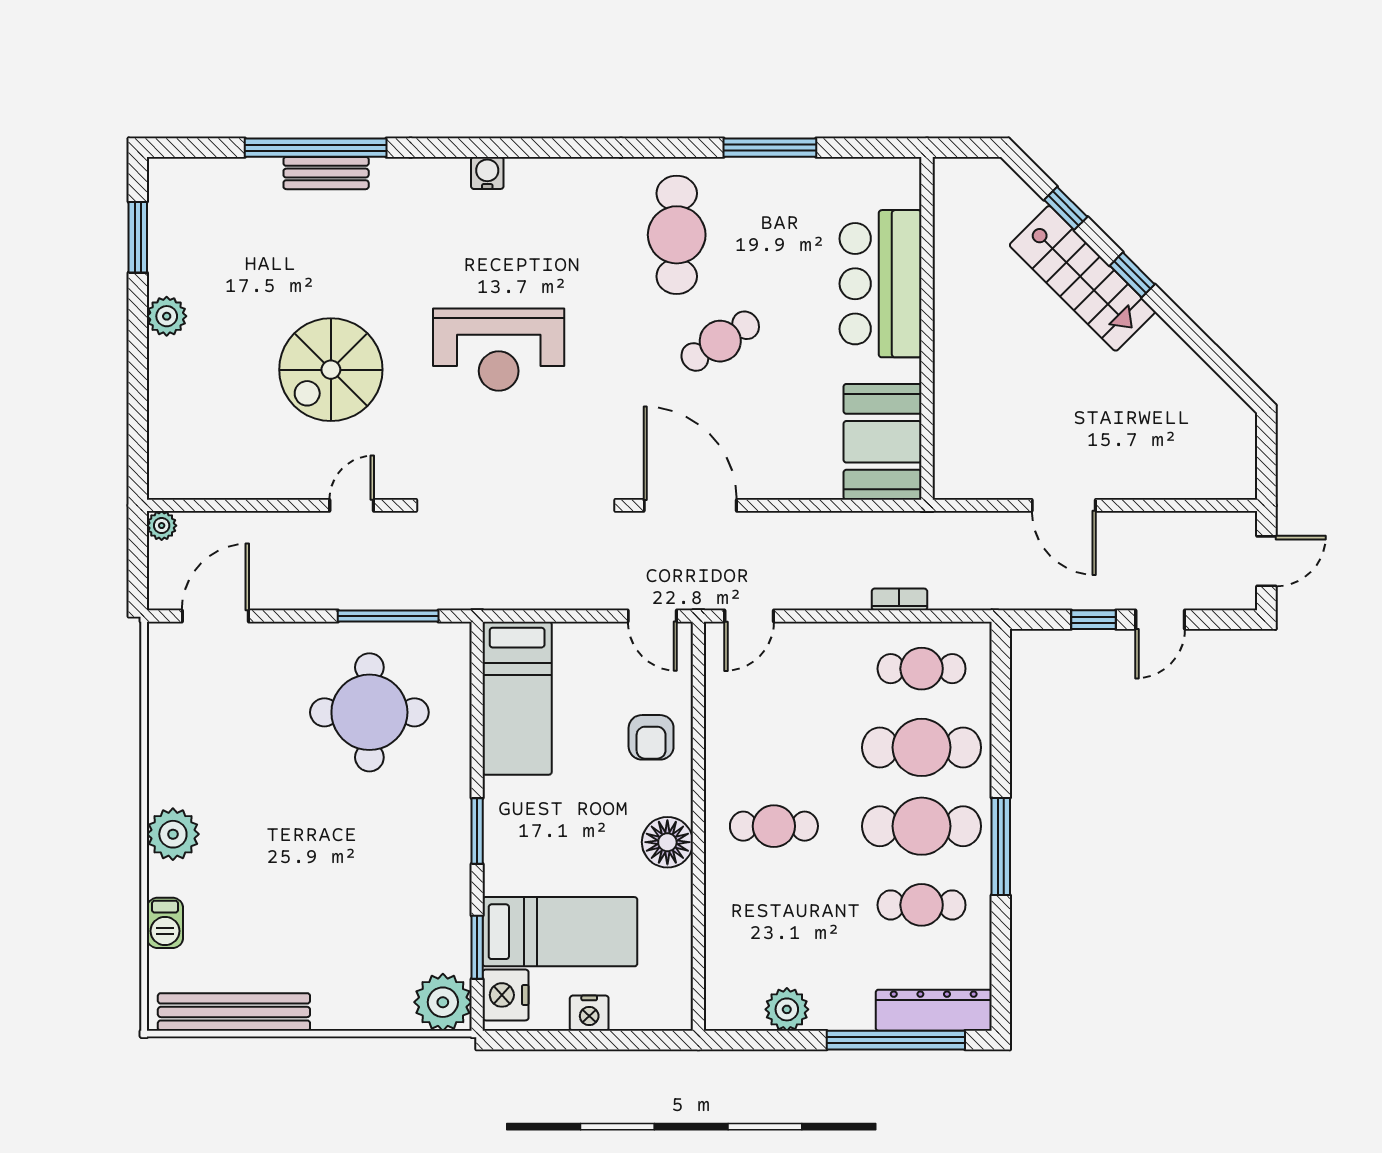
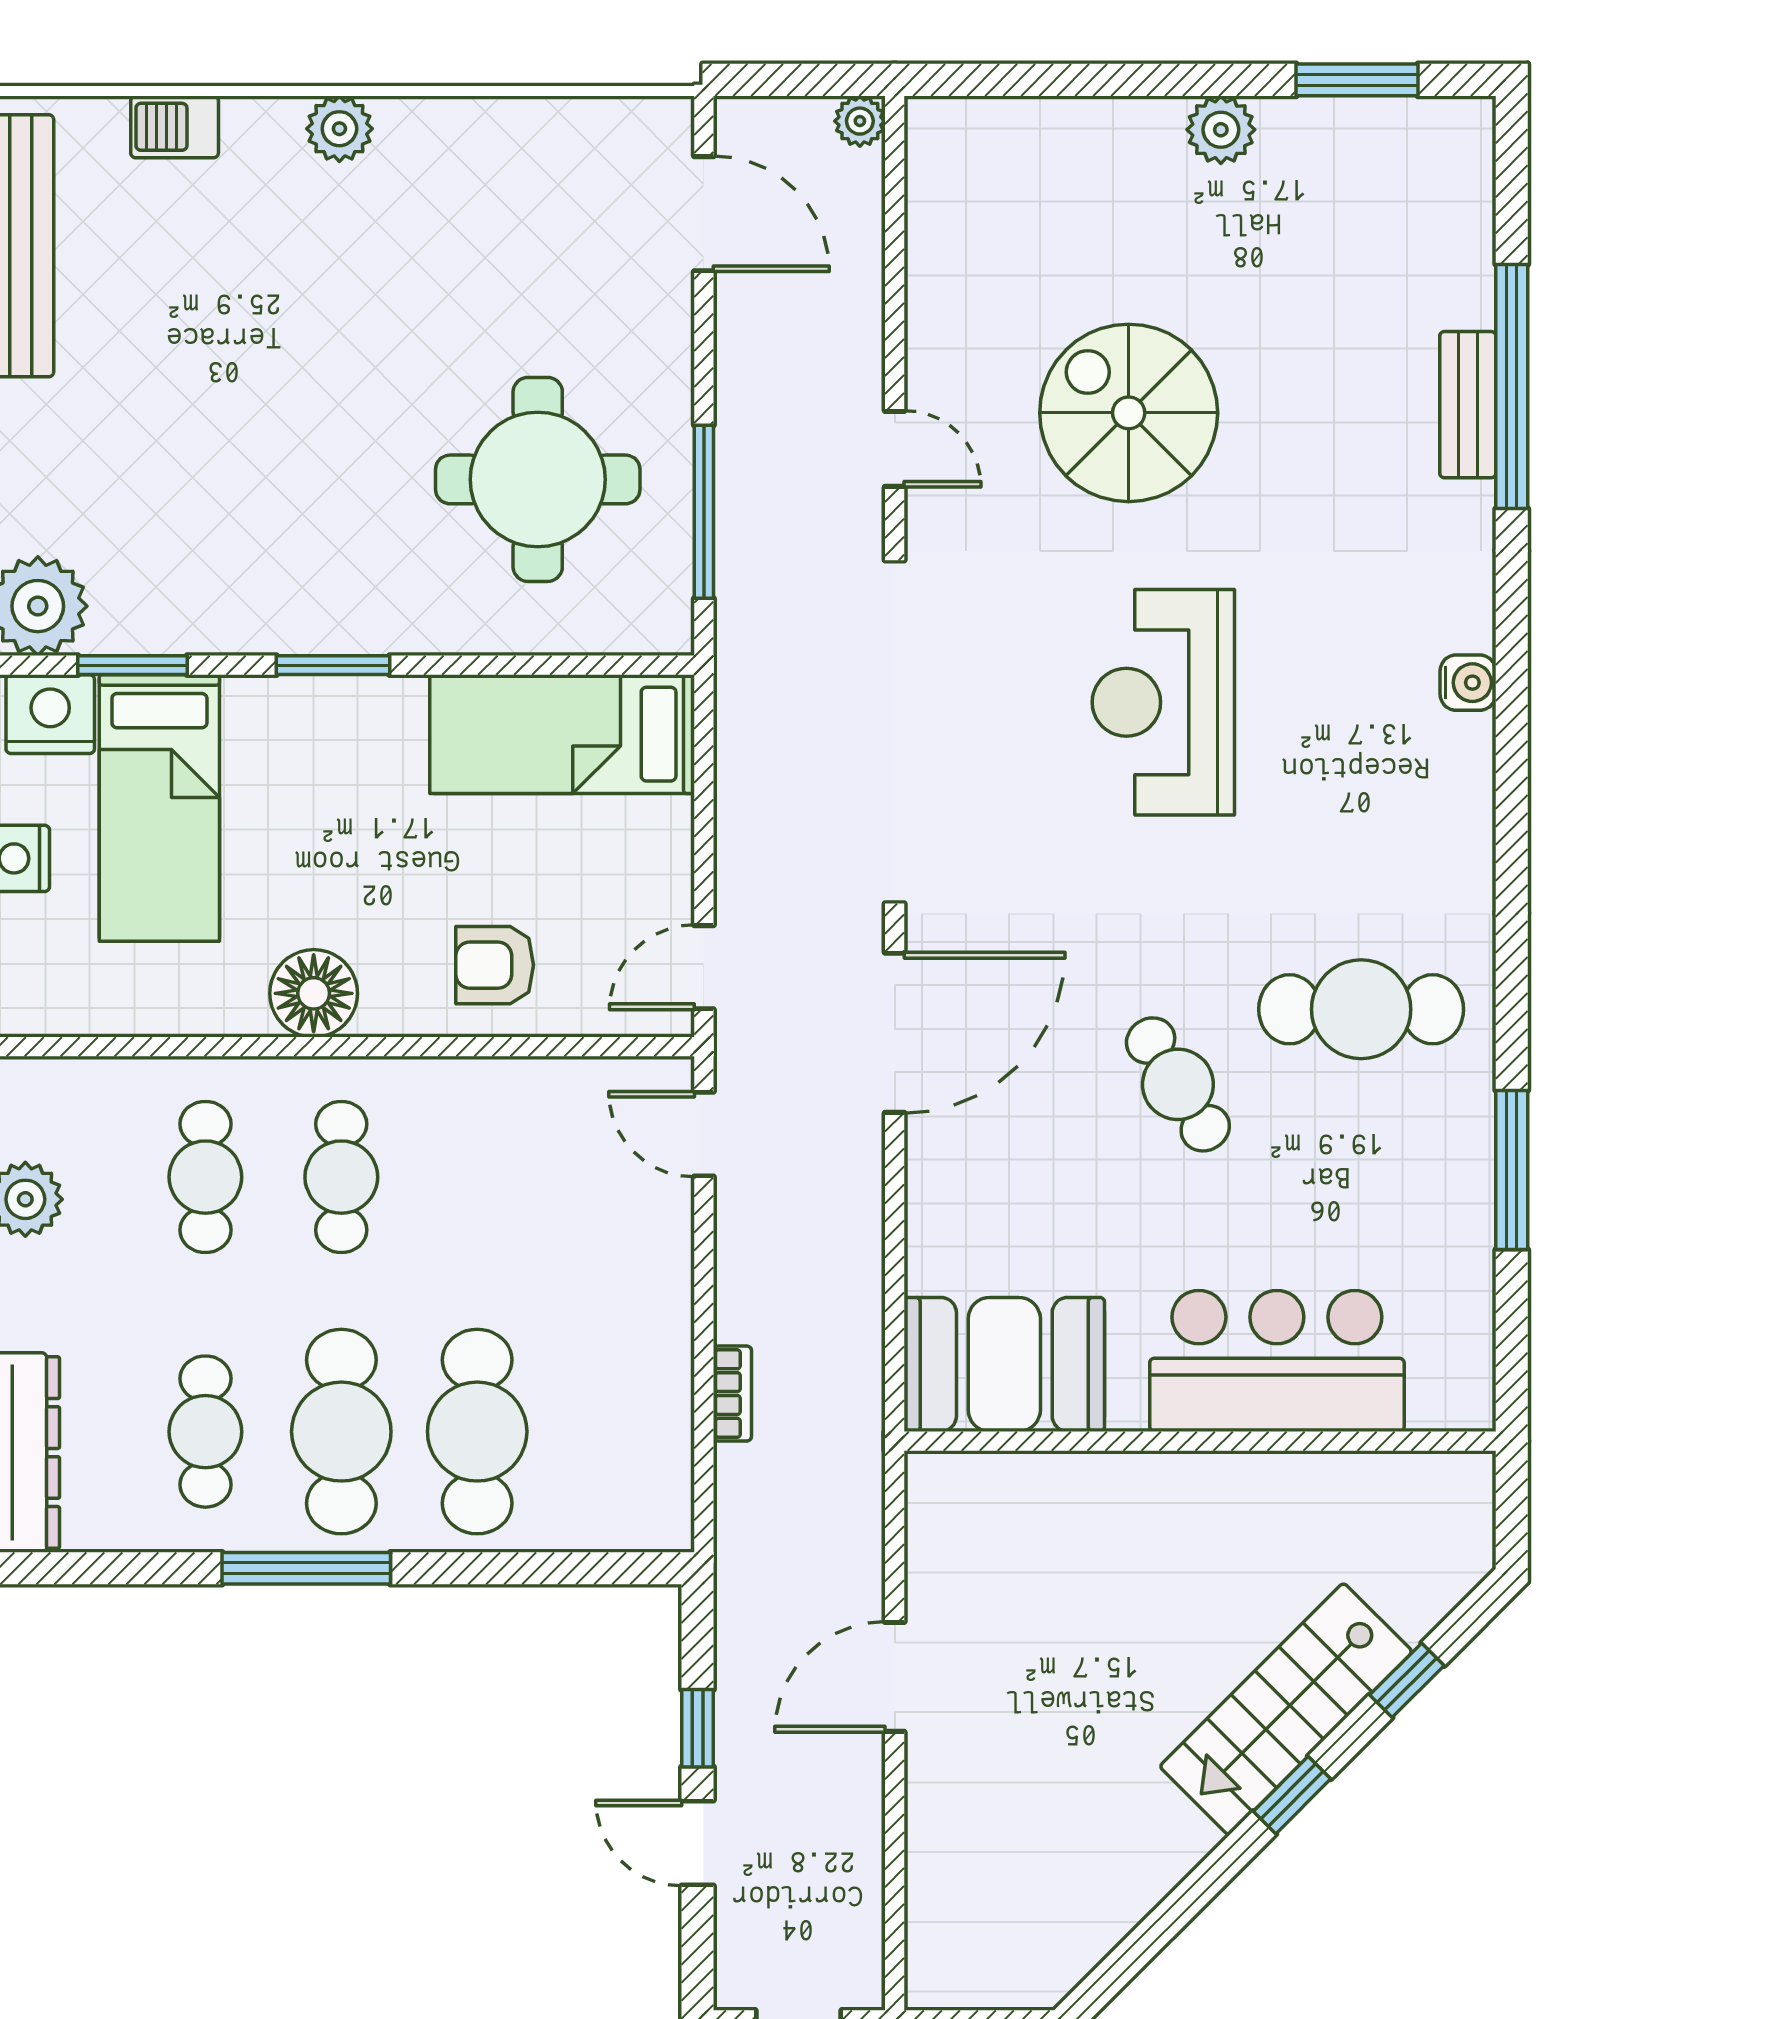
cafe table: (922, 669) -> (205, 1177), moved
plant: (173, 834) -> (339, 129), width x0.73, depth x0.73

